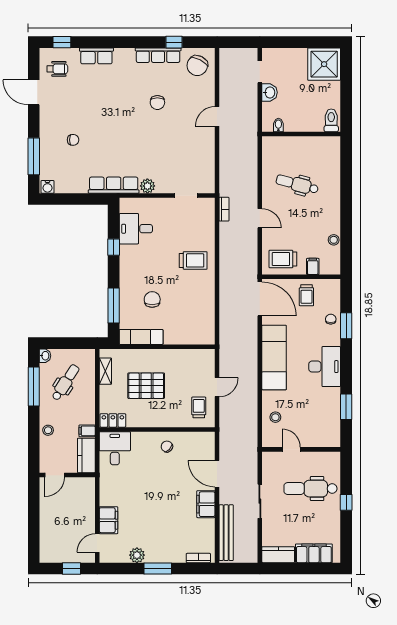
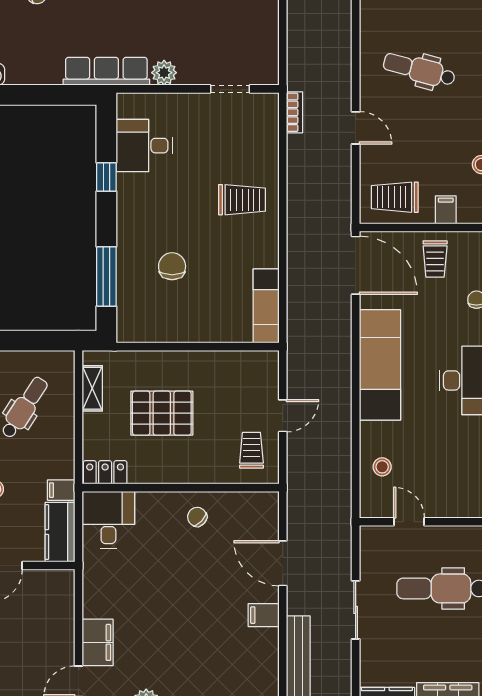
exam couch: (141, 337) -> (266, 306), moved, turned -90
filing cabinet: (206, 504) -> (264, 615), width x0.50

